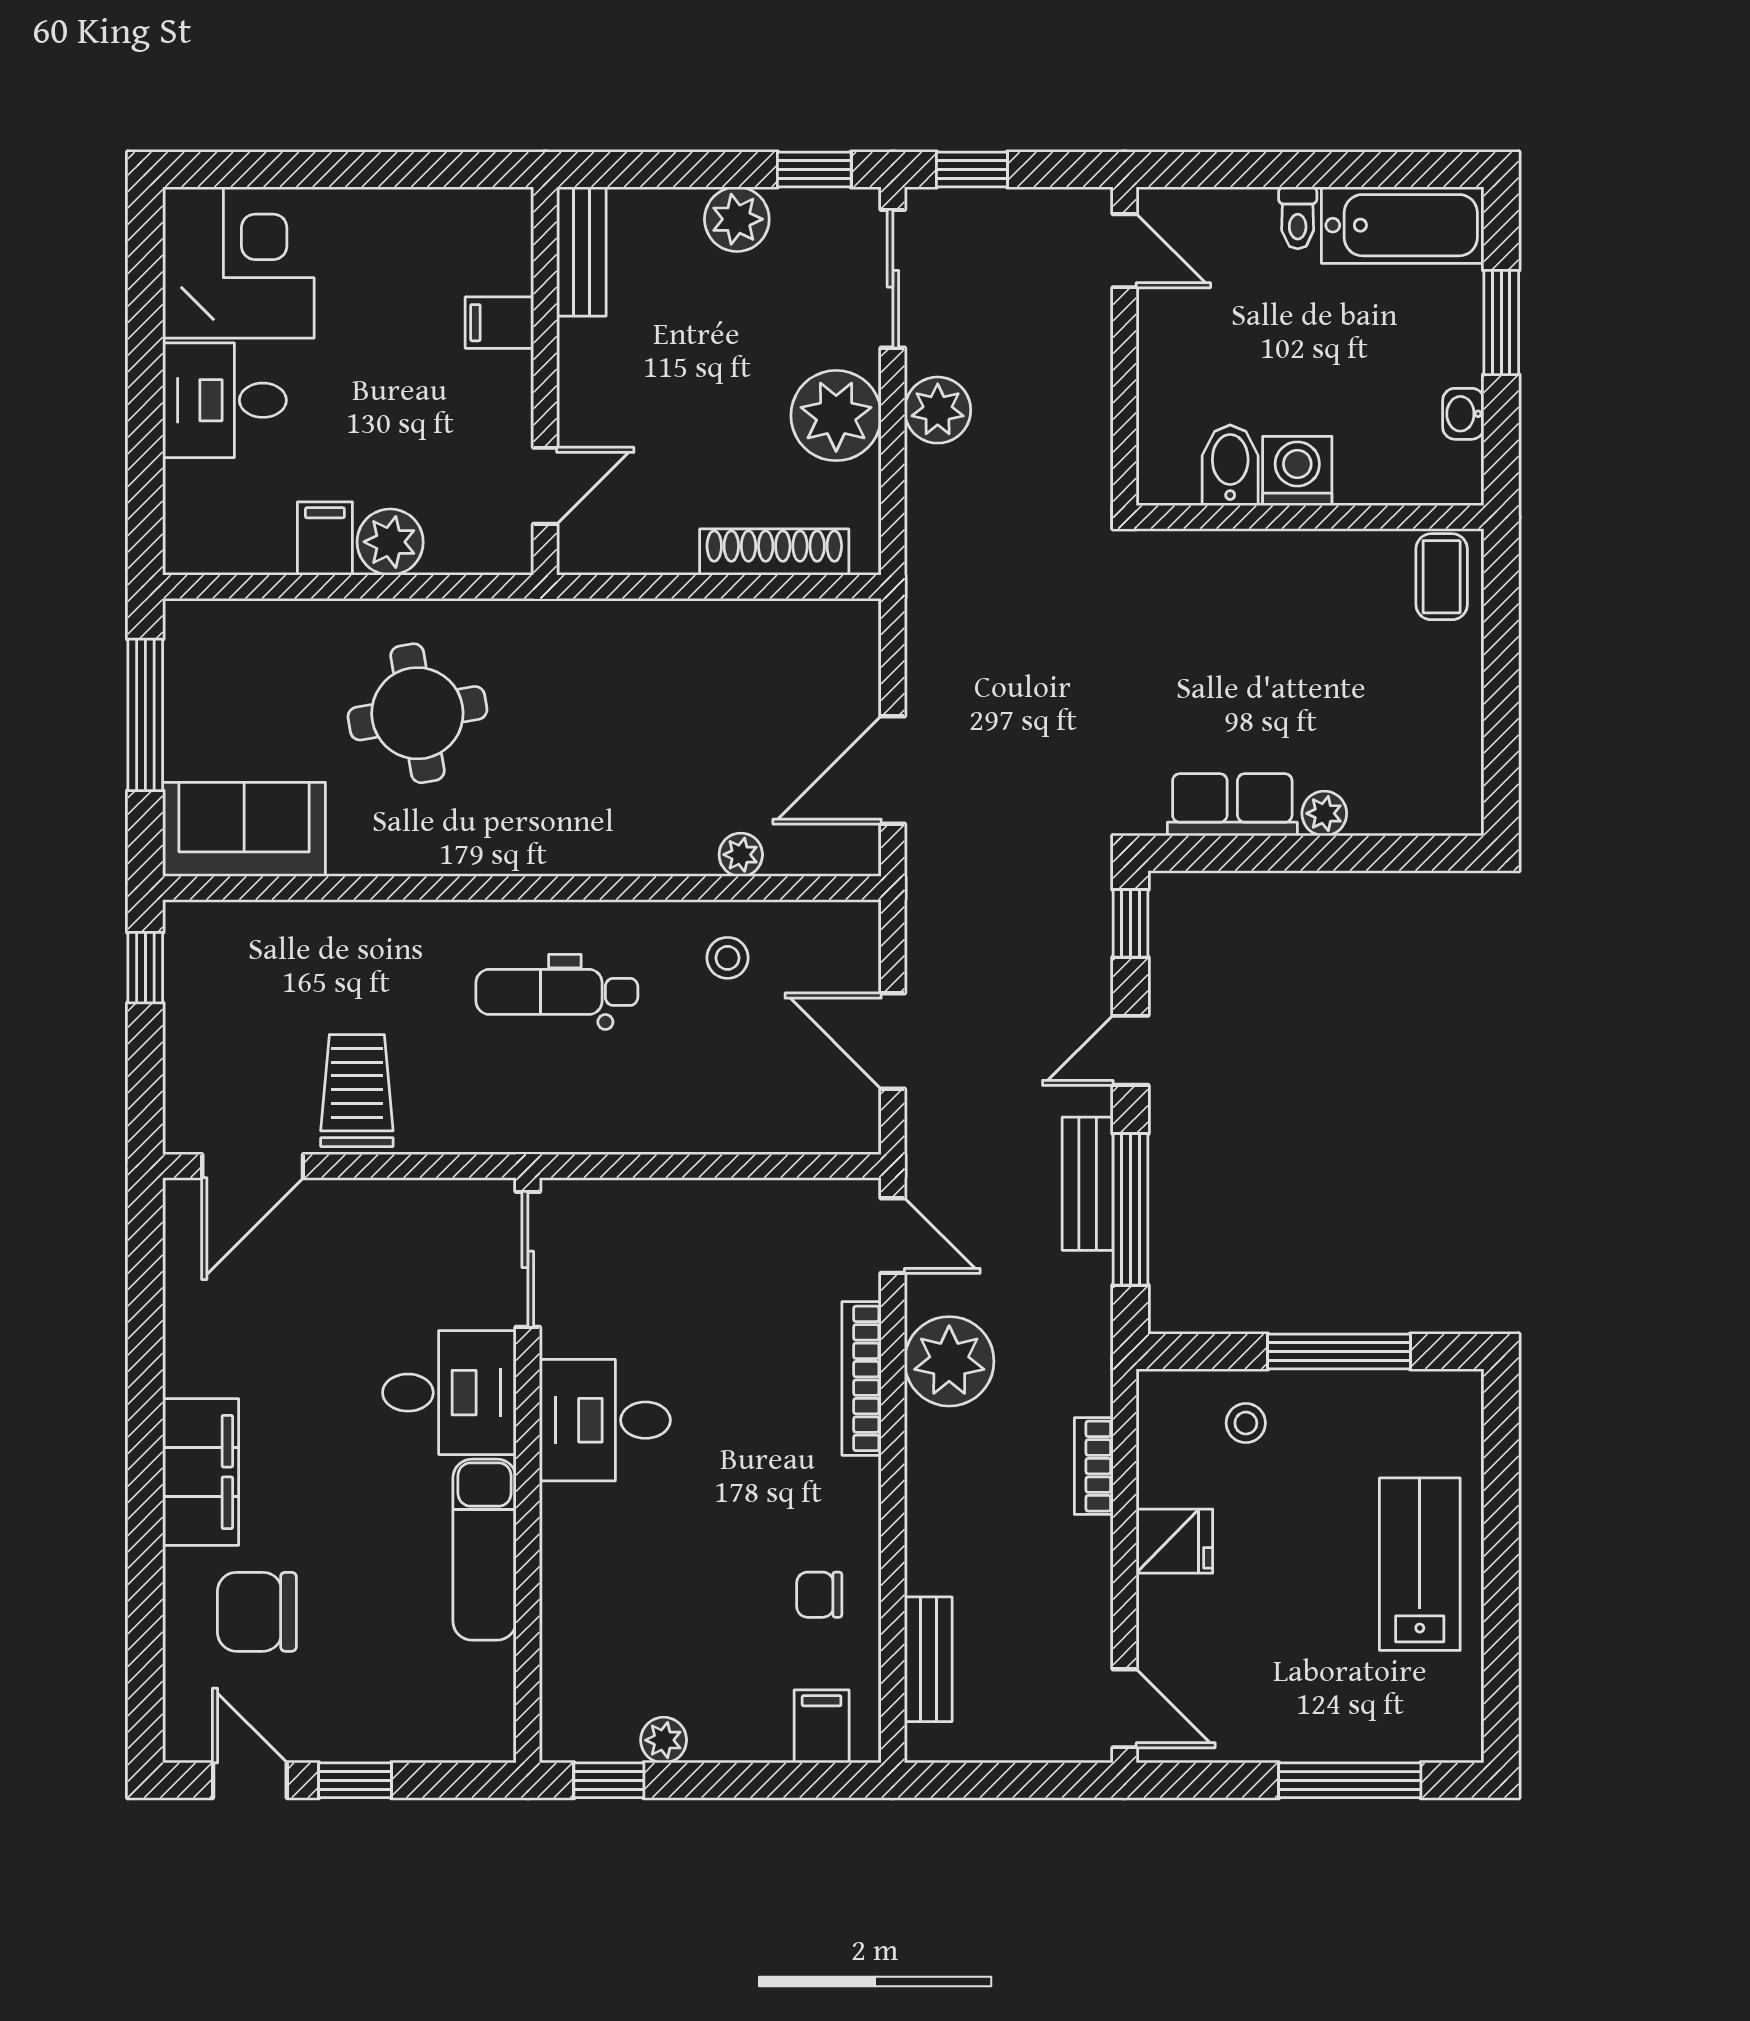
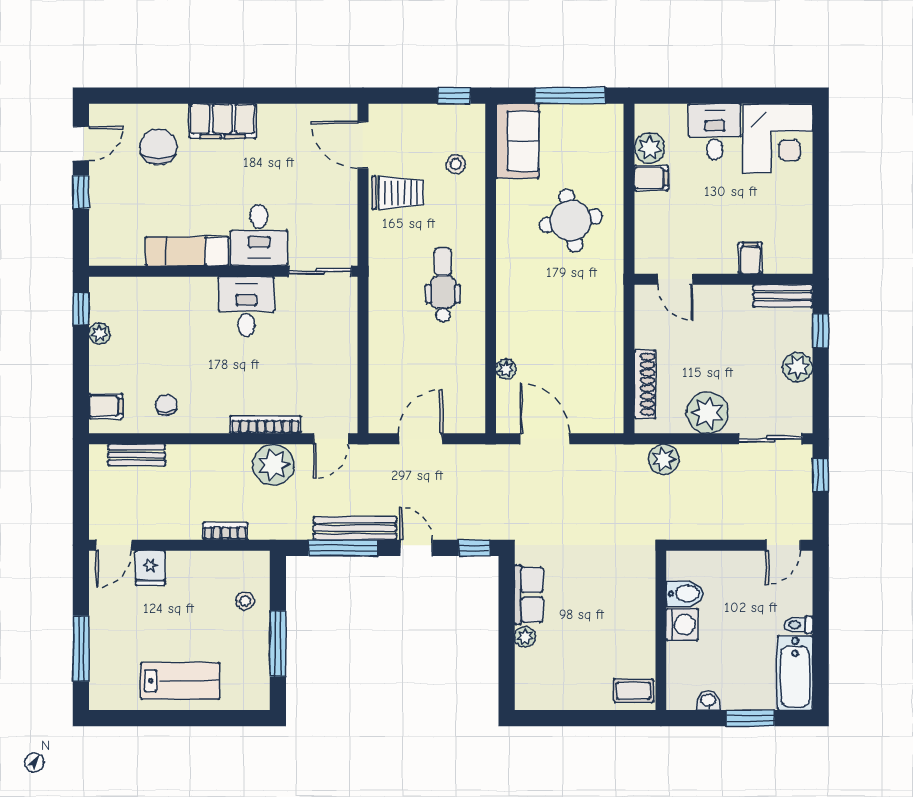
window: (814, 169) -> (821, 331), moved
plant: (938, 410) -> (664, 459), moved
plant: (390, 542) -> (650, 148), moved
stool: (727, 958) -> (456, 164), moved
bench: (1088, 1184) -> (355, 528), width x1.36
fridge: (1174, 1541) -> (150, 568), moved

